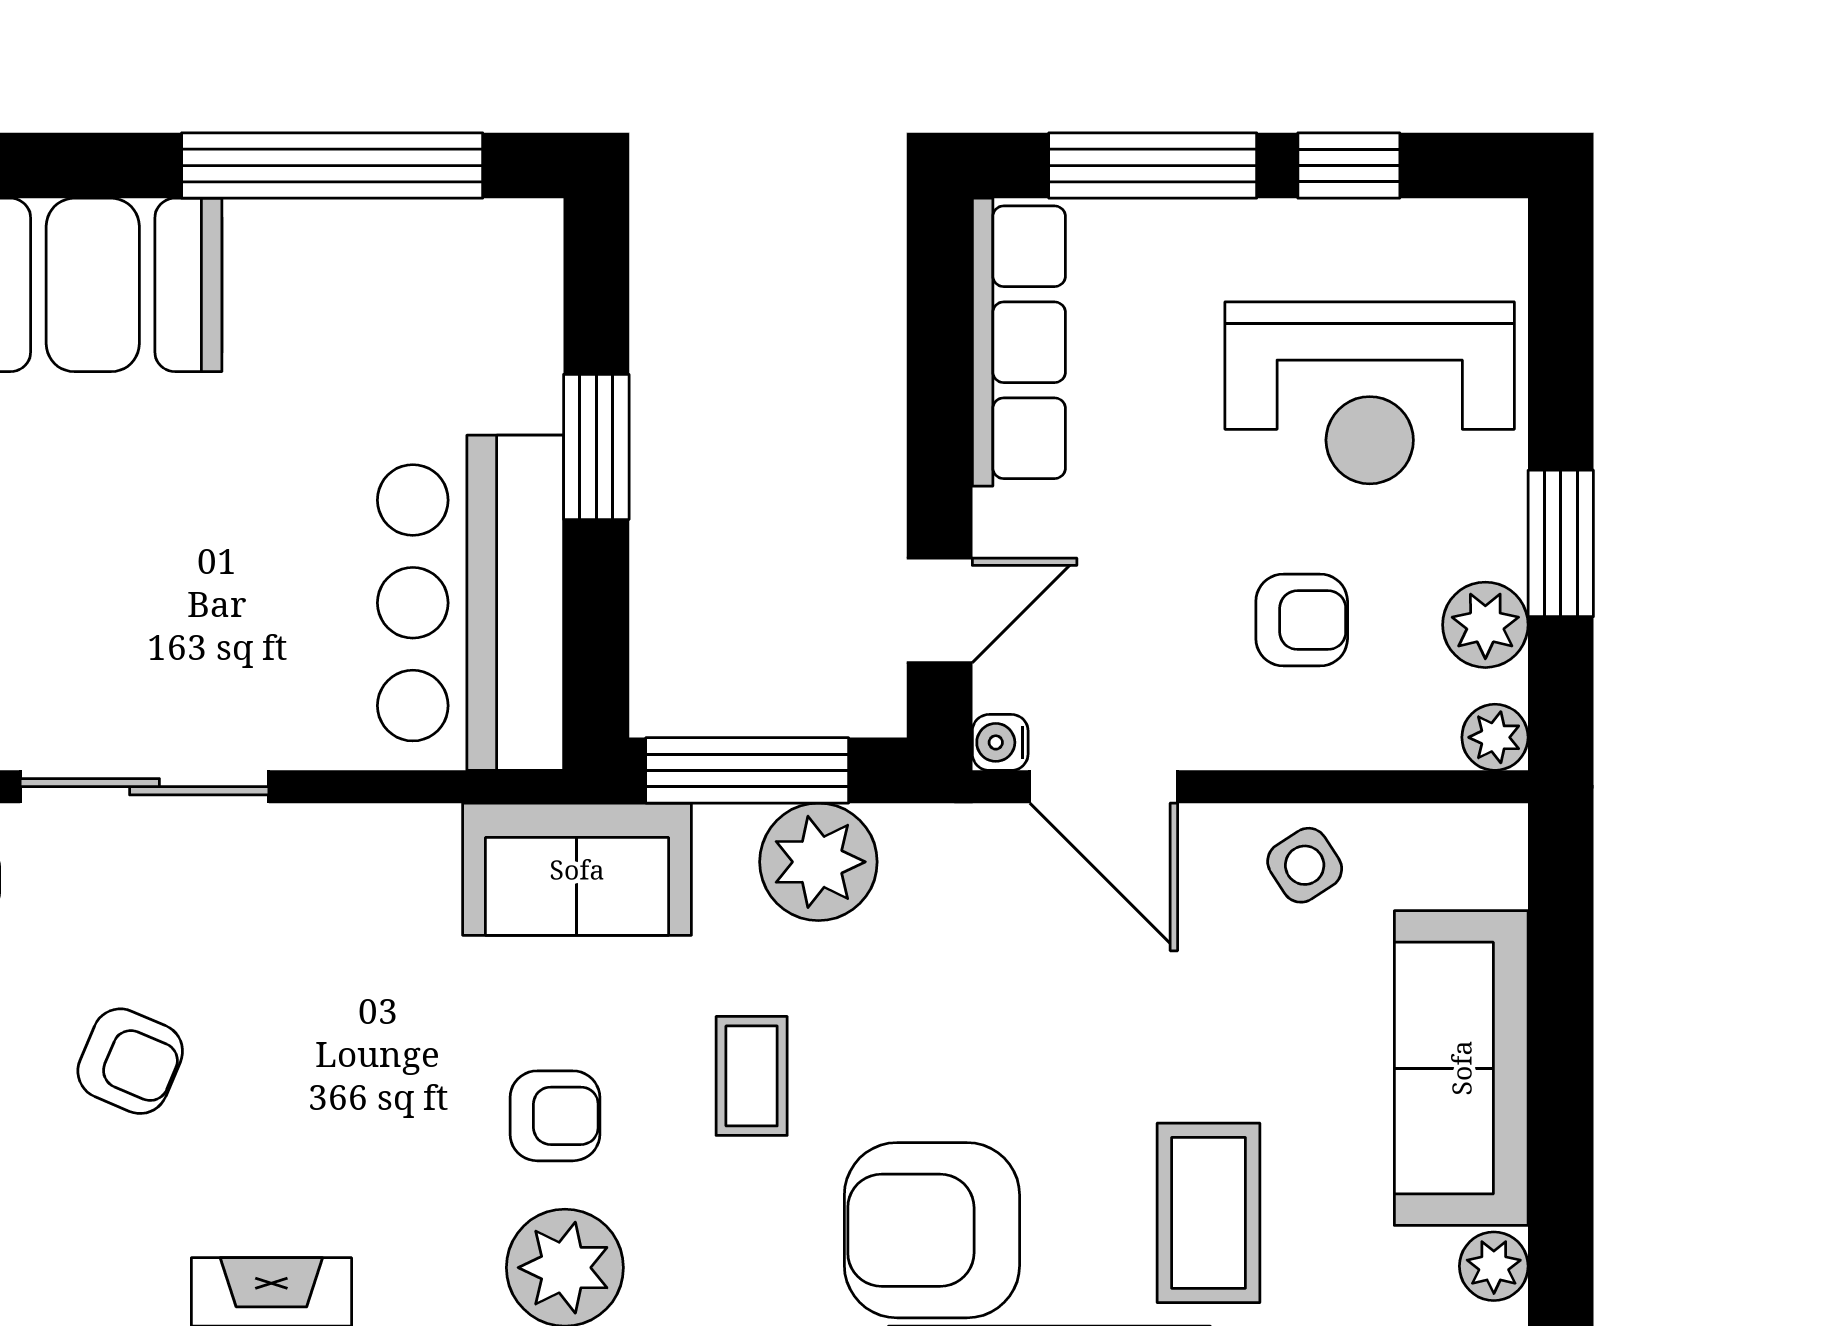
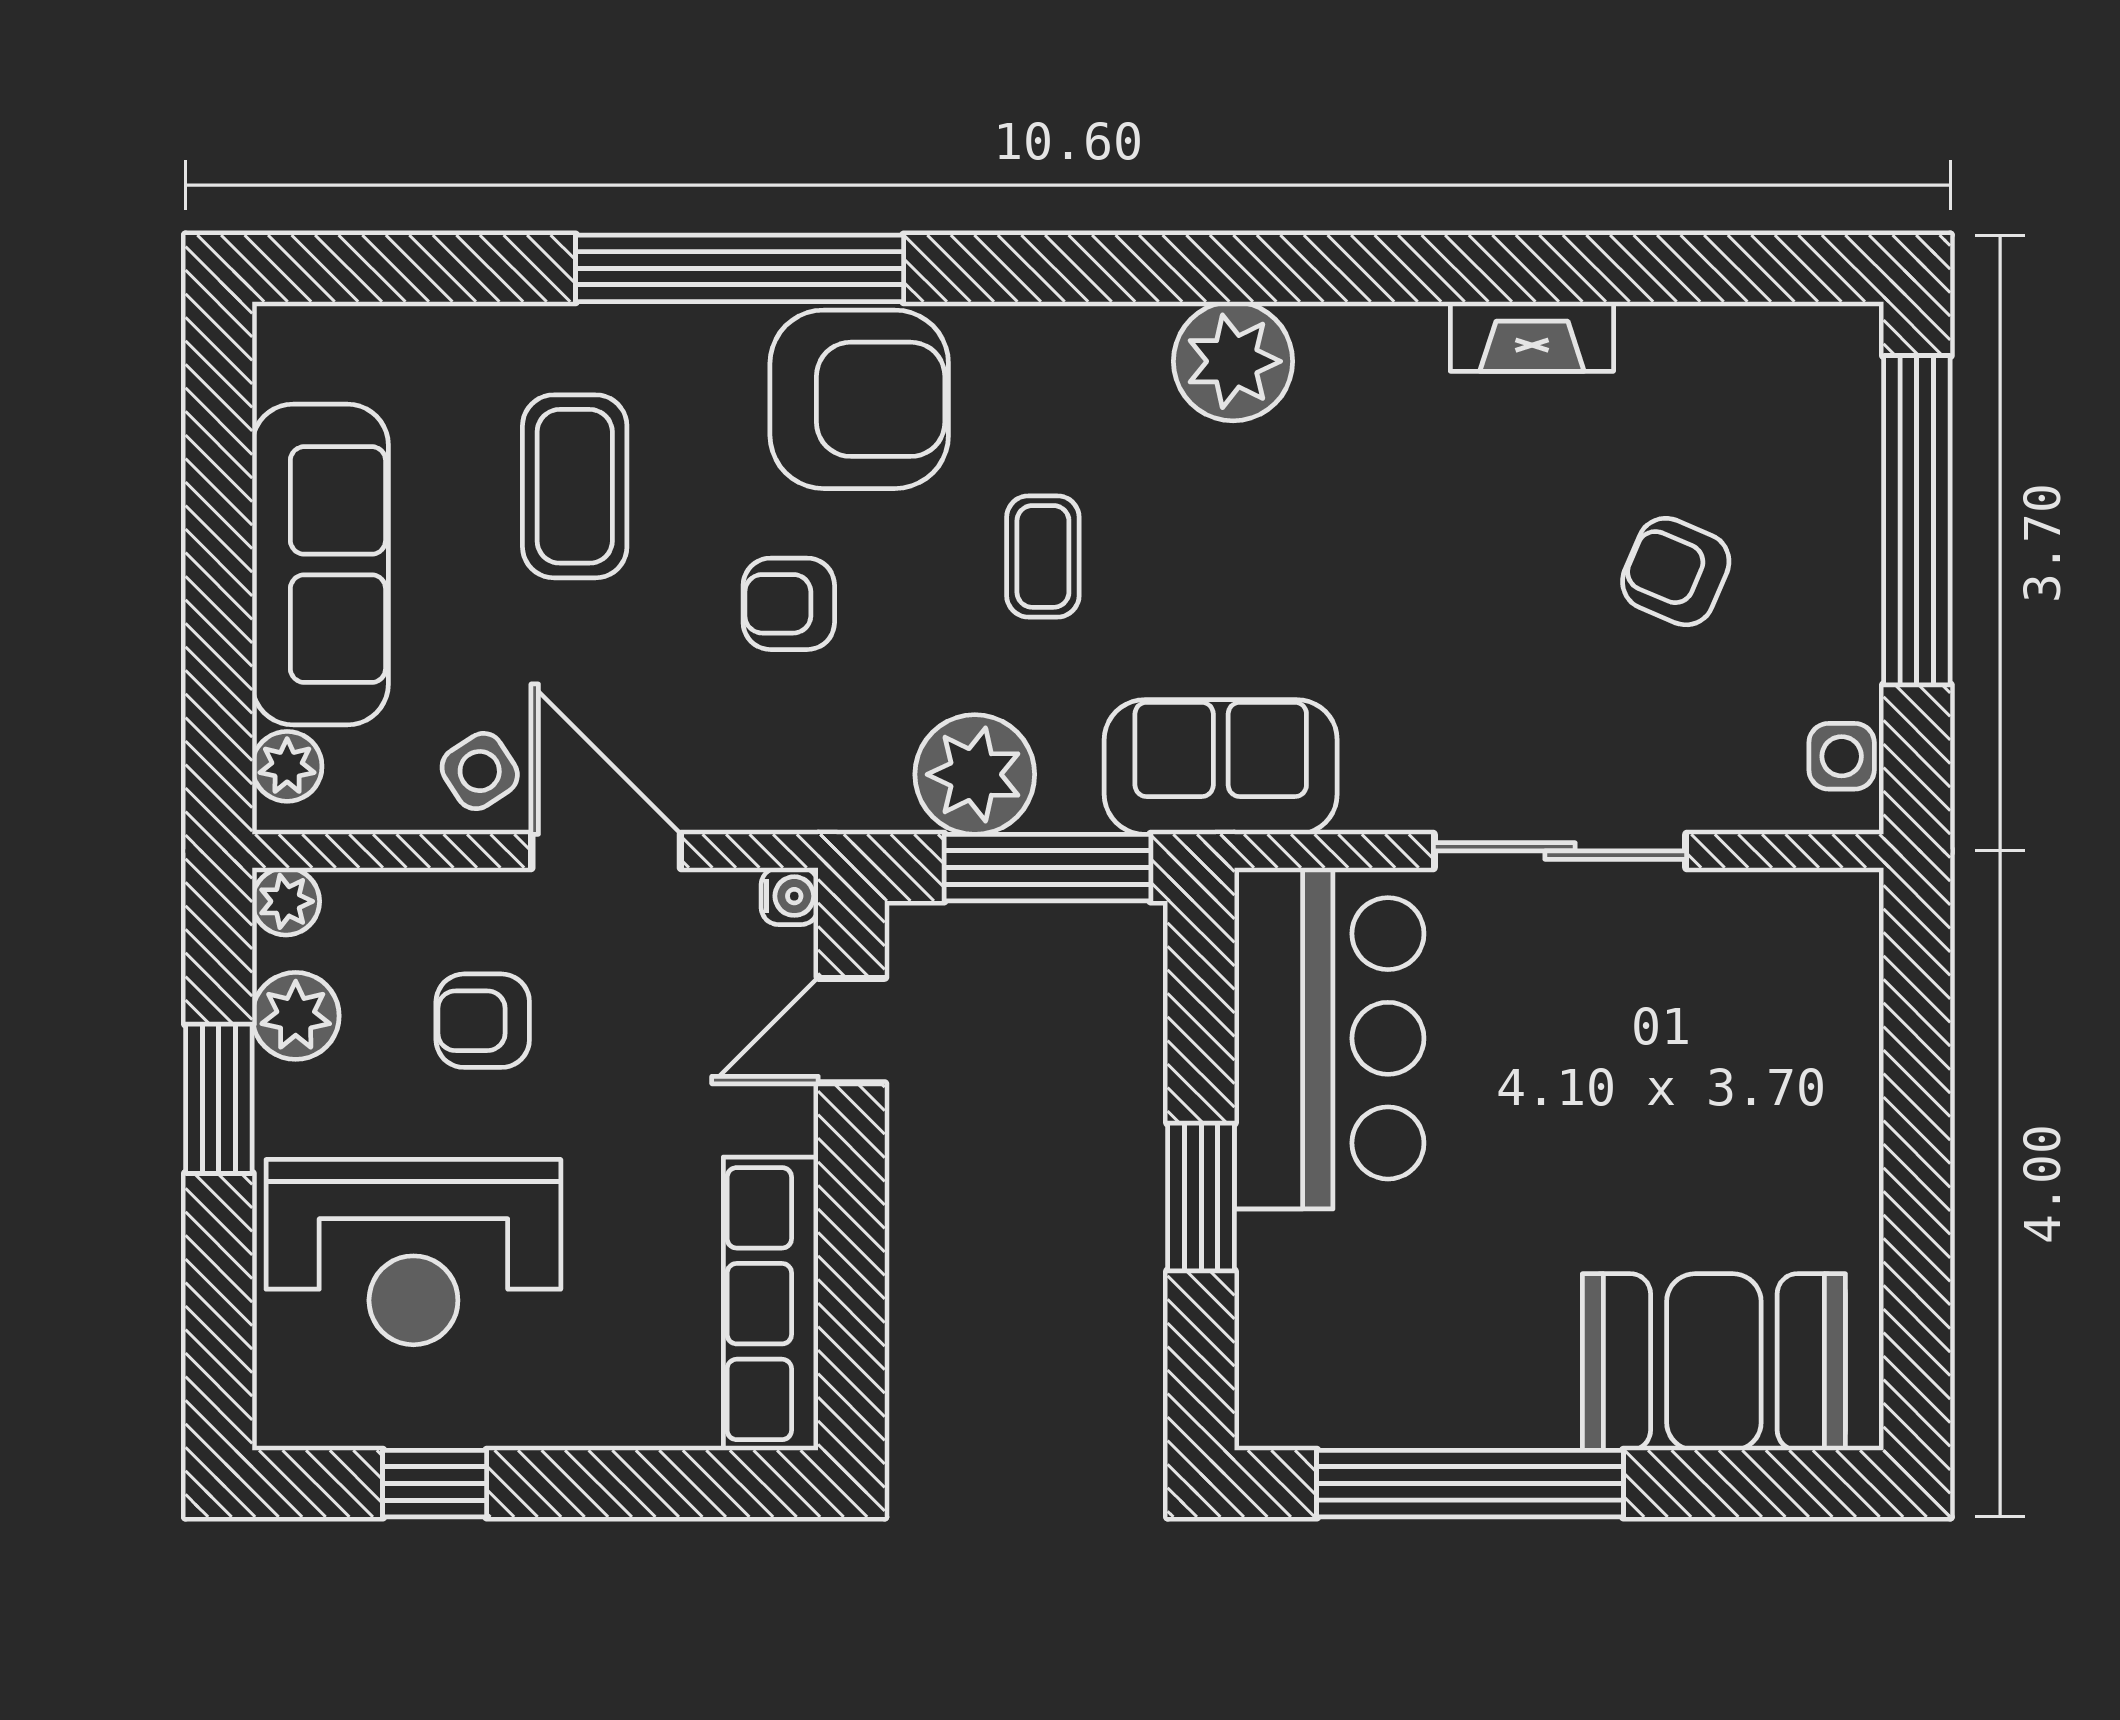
window: (1153, 166) -> (634, 1484), removed
reception desk: (1370, 393) -> (413, 1252), turned 180
sliding door: (145, 787) -> (1560, 851), moved
door: (1104, 787) -> (606, 851), moved
armchair: (555, 1116) -> (789, 604), moved
coffee table: (1209, 1213) -> (575, 486), moved
plant: (1494, 1266) -> (287, 766), moved

